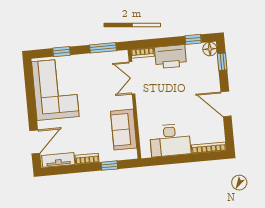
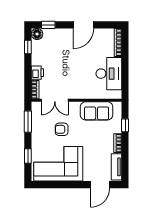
printer: (171, 57) -> (37, 73), width x0.53, depth x0.68
armchair: (97, 89) -> (62, 129), added
door: (35, 142) -> (100, 185), swing flipped

